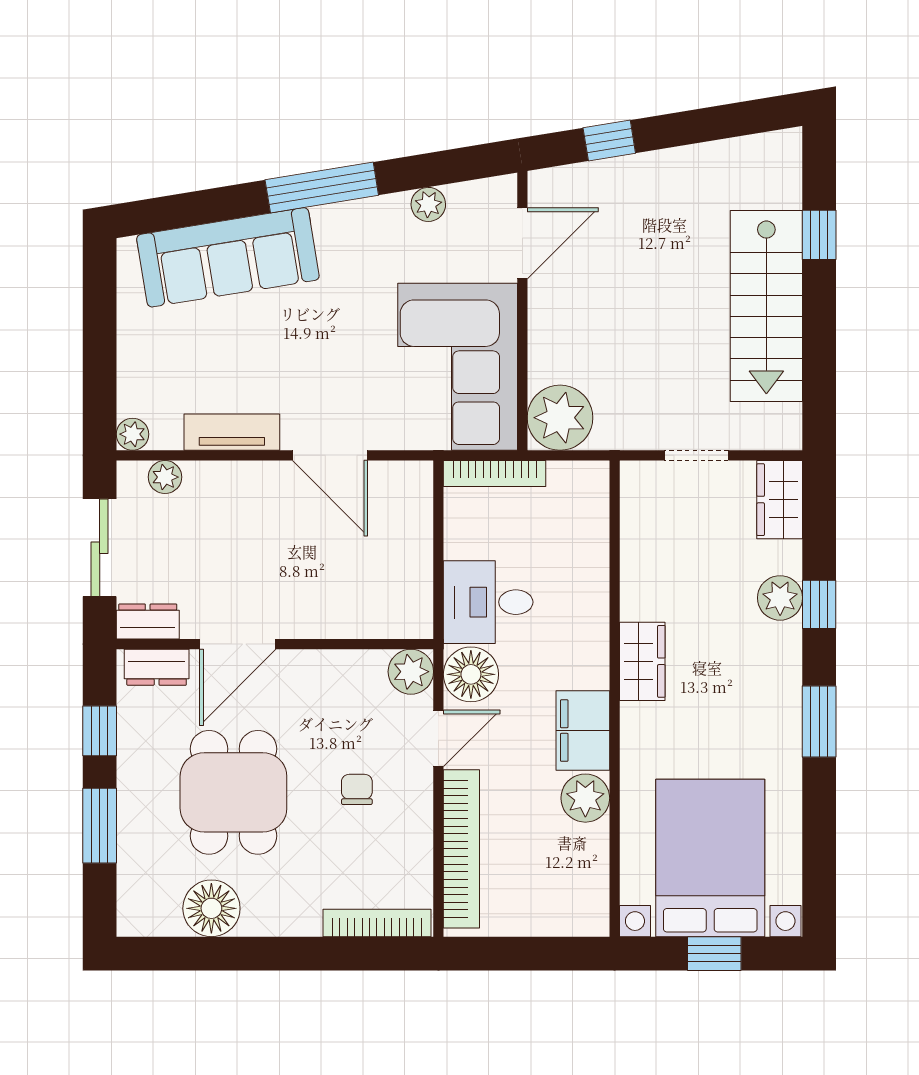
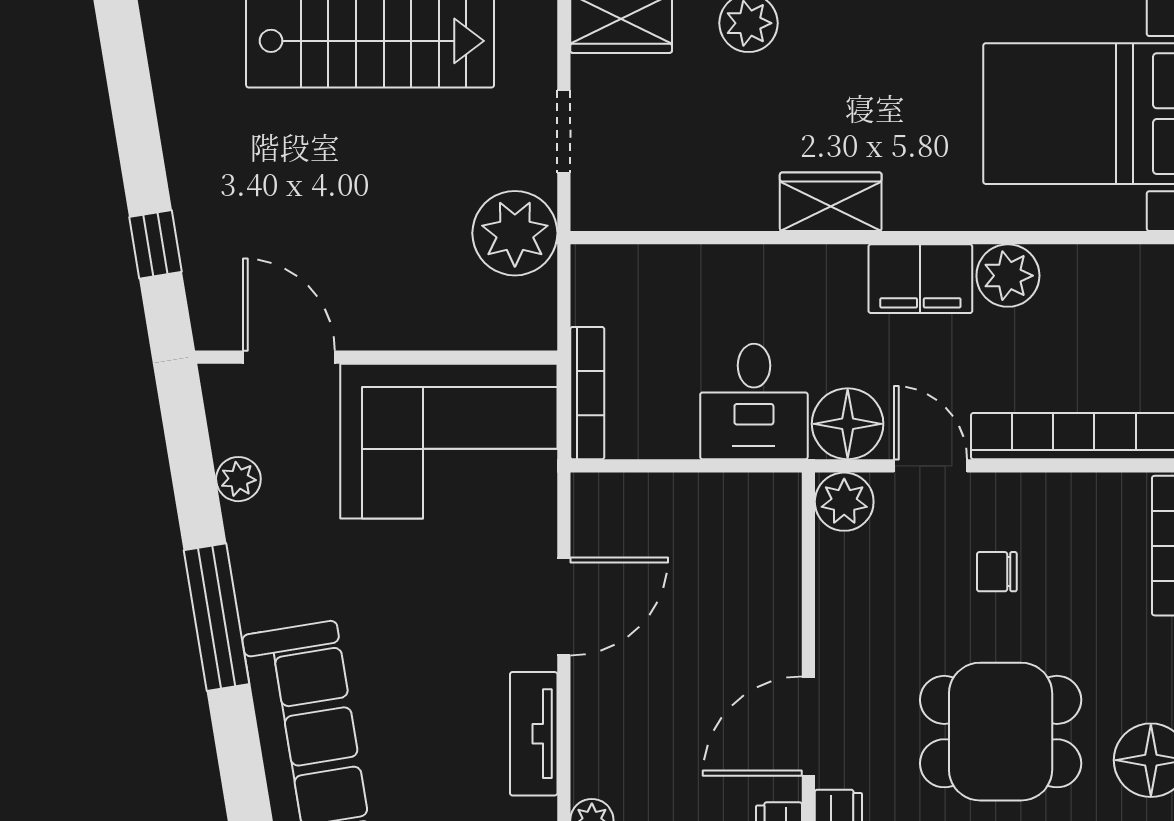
plant: (560, 418) -> (515, 233), moved
door: (238, 644) -> (808, 726), swing flipped

